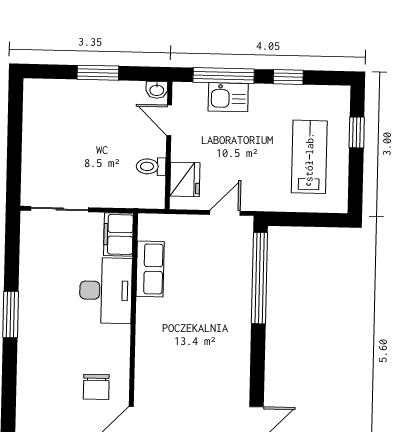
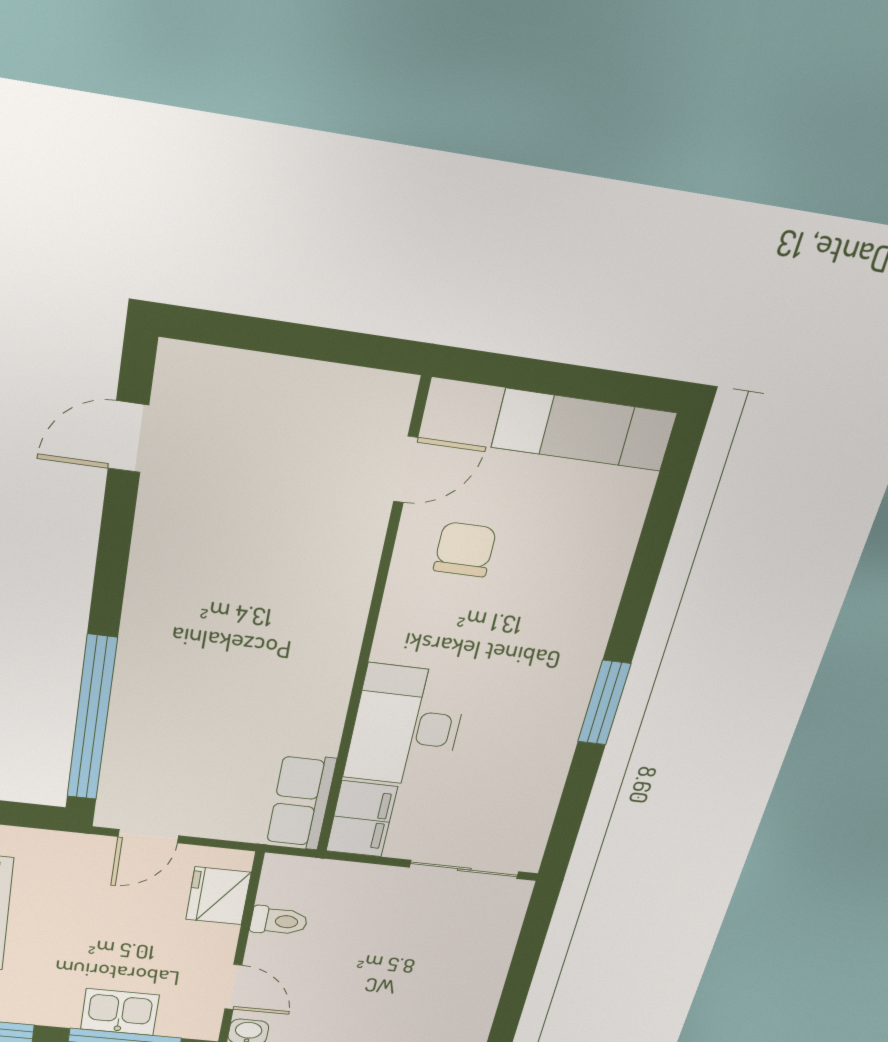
row of seats: (150, 269) -> (301, 802), moved

